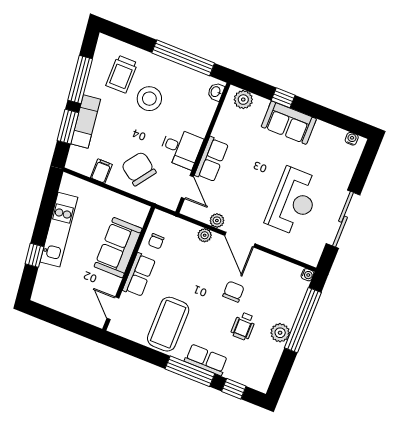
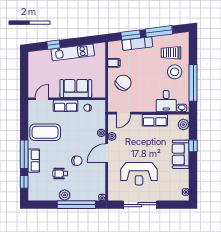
stool: (149, 99) -> (175, 72), moved
desk: (181, 148) -> (166, 101), moved
row of seats: (212, 159) -> (155, 120), moved

